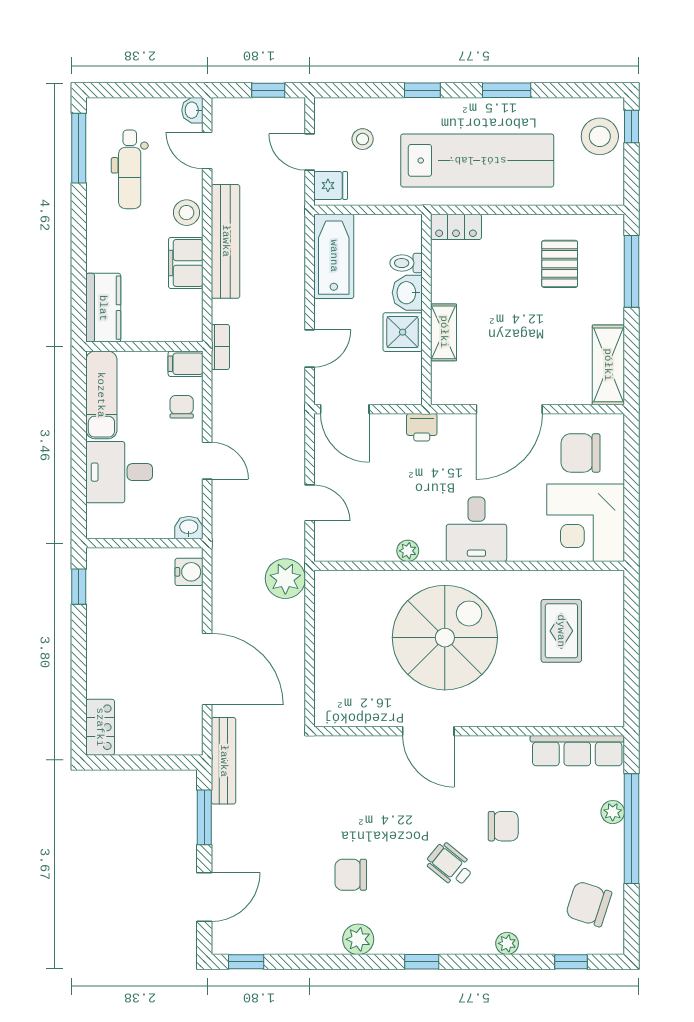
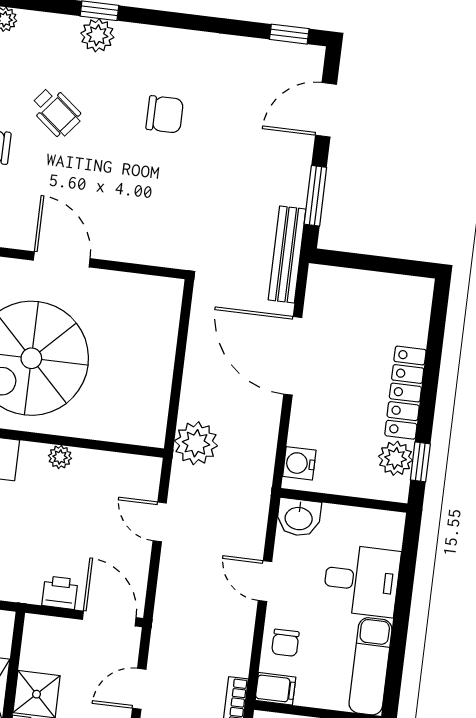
printer: (422, 427) -> (60, 593), moved
washbasin: (189, 527) -> (299, 517), width x1.38, depth x1.45
plant: (102, 587) -> (396, 458), added
locker: (100, 727) -> (405, 393), moved, width x1.53
plant: (358, 939) -> (97, 35), moved

